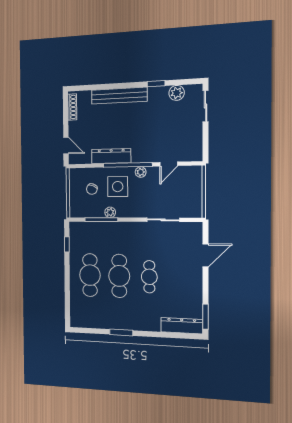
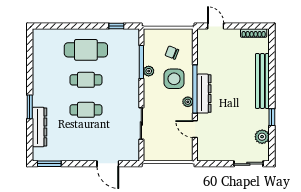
door: (66, 146) -> (216, 26), swing flipped
dresser: (111, 156) -> (204, 94), moved
cafe table: (119, 276) -> (86, 80), width x0.73, depth x0.74
dresser: (182, 326) -> (40, 127), moved
window: (121, 332) -> (30, 107), moved

